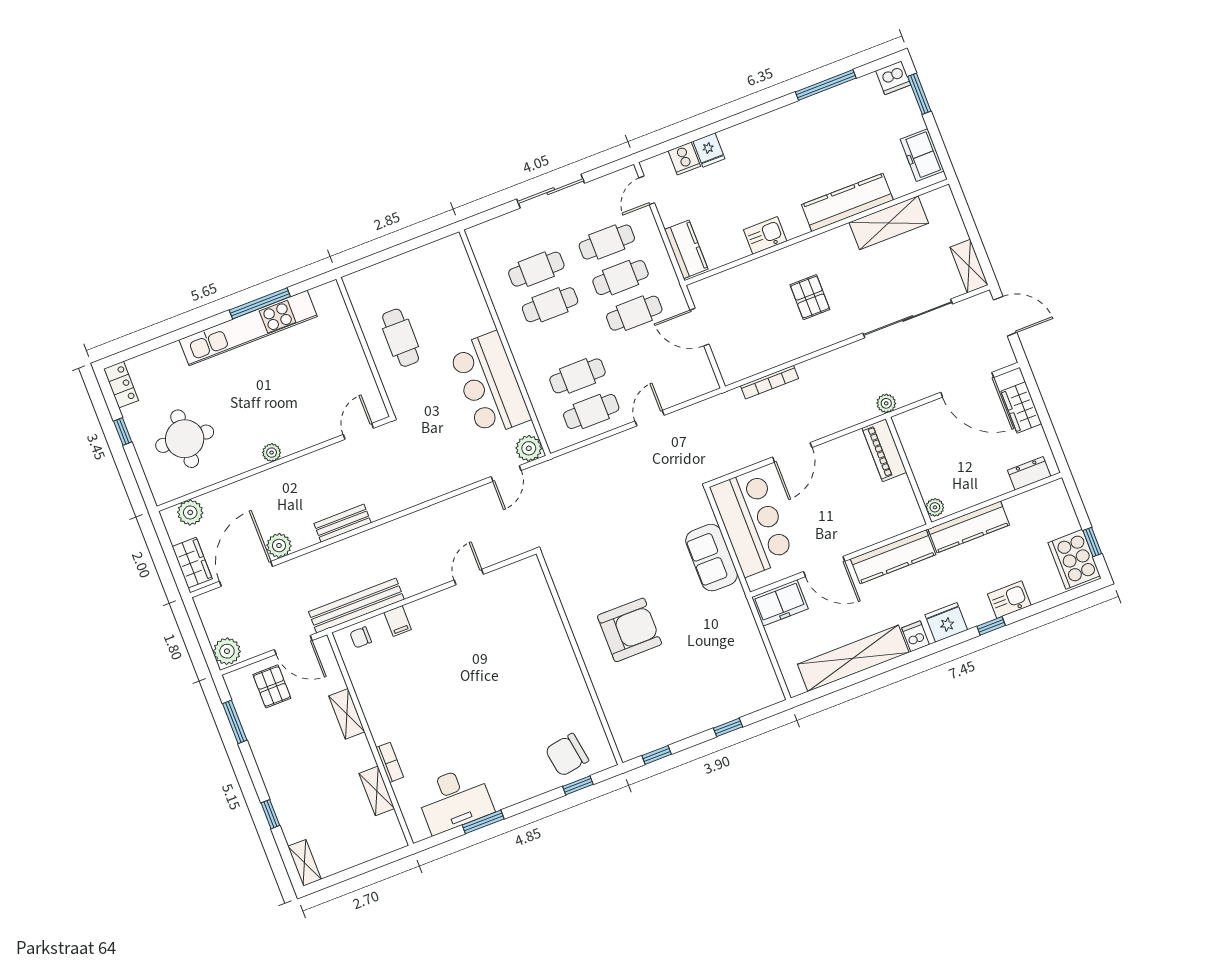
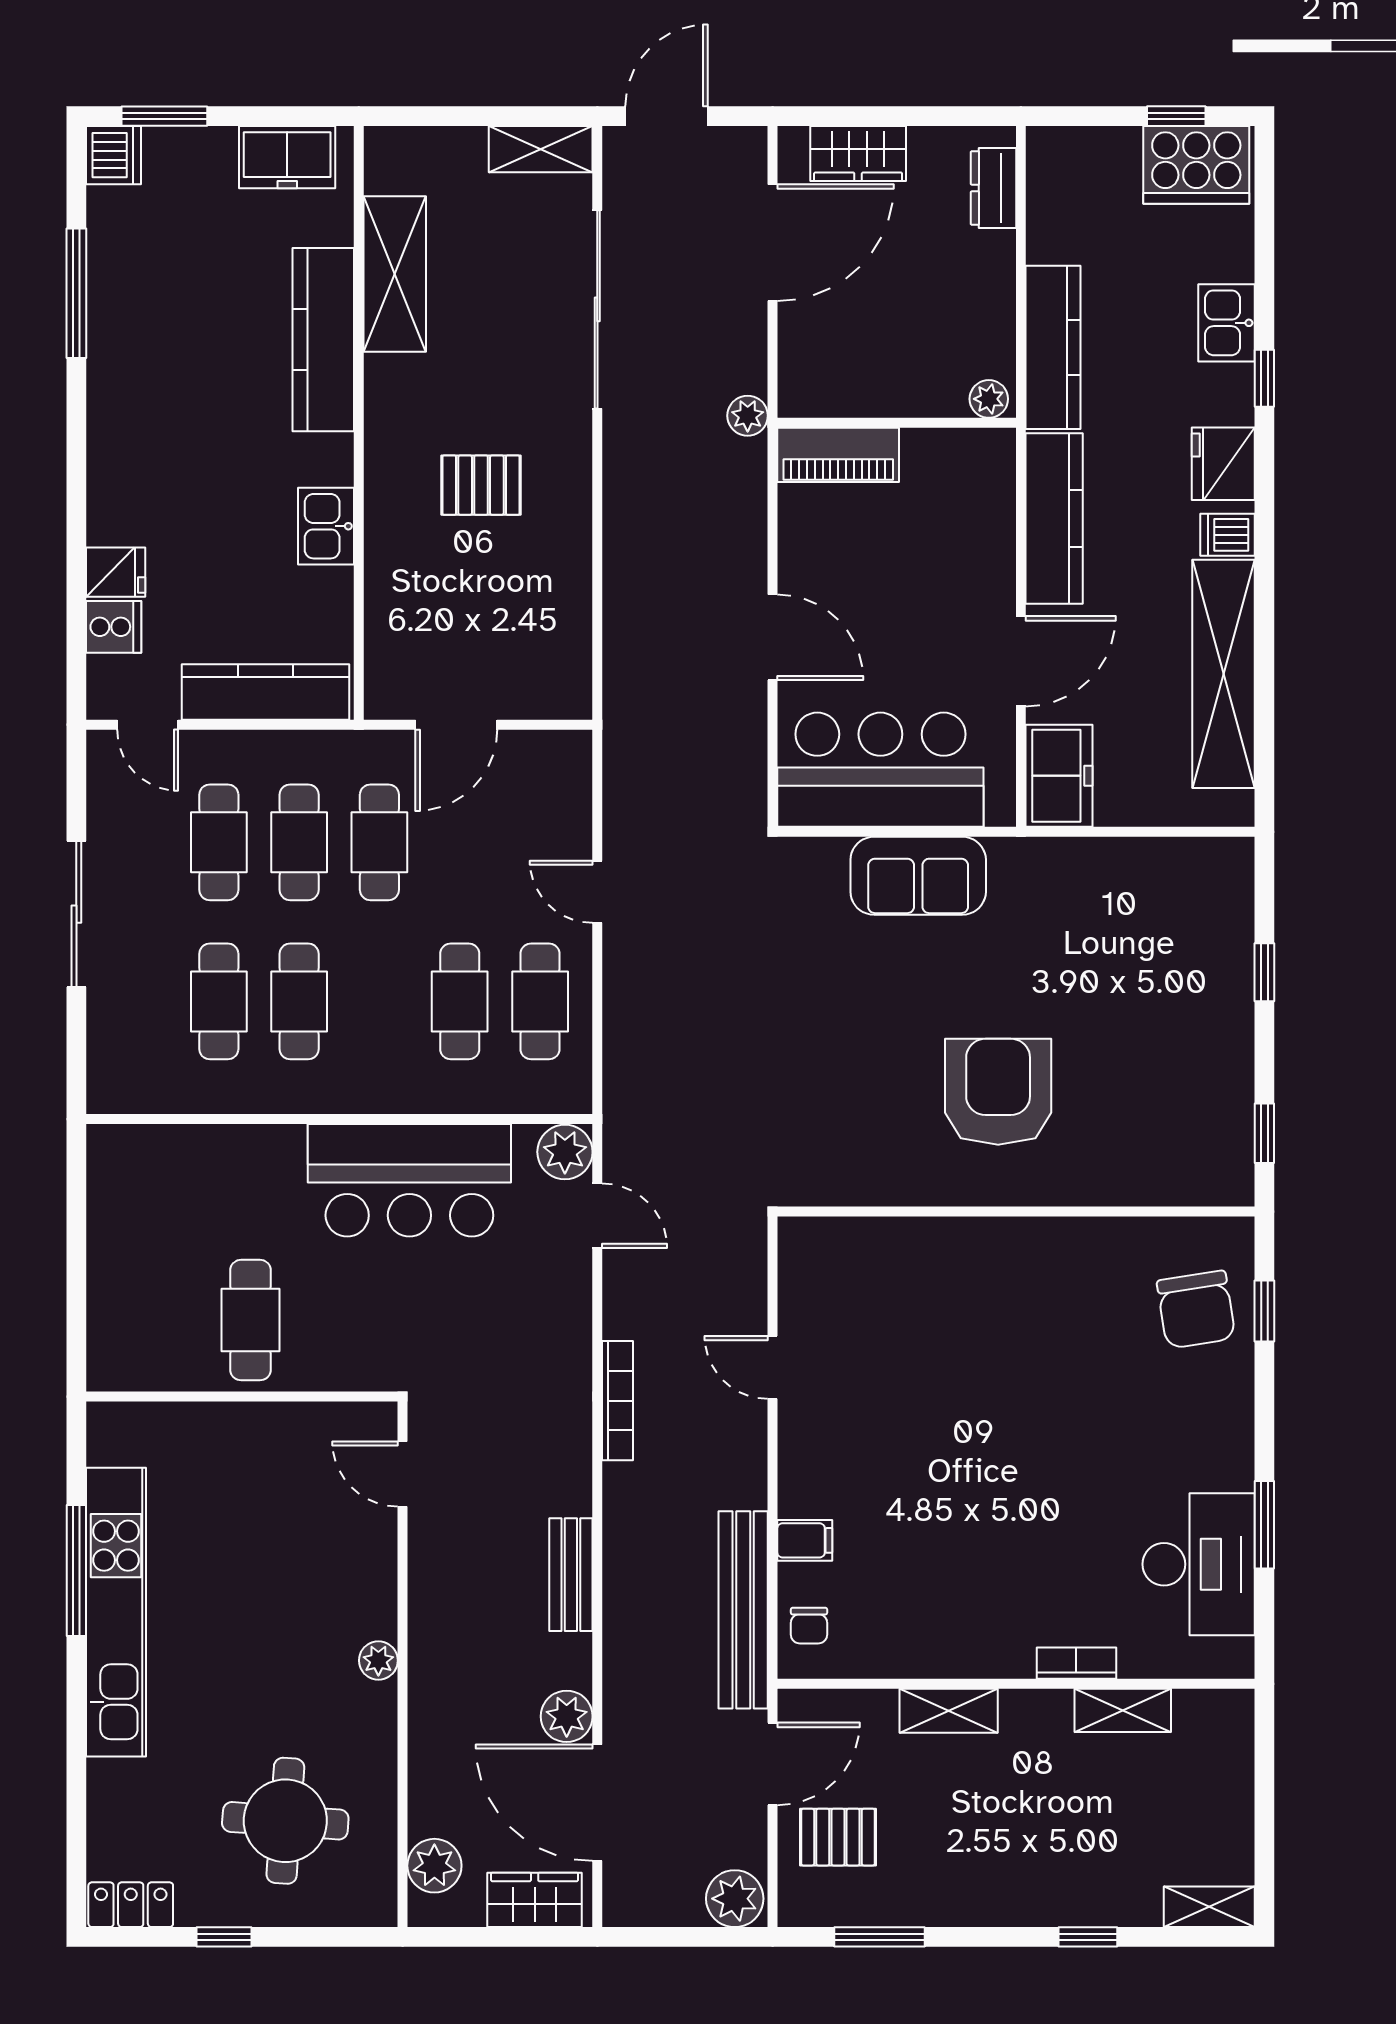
kitchen counter: (686, 249) -> (265, 692), width x1.50
cafe table: (401, 338) -> (251, 1320), turned 90
bookcase: (770, 382) -> (617, 1401), moved

